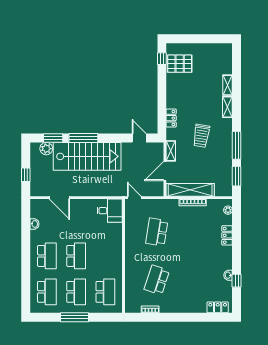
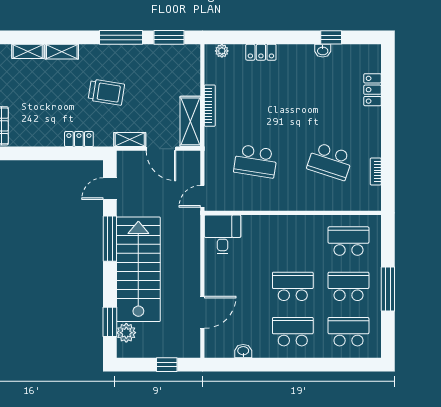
window: (83, 138) -> (110, 239), moved
shelving: (190, 190) -> (190, 121), width x0.68
locker: (218, 307) -> (373, 90), moved

